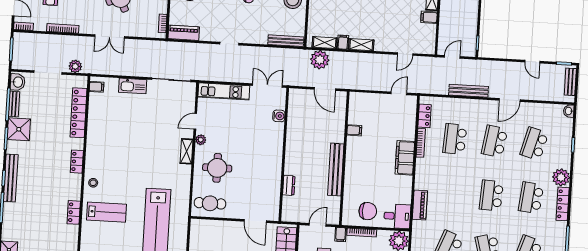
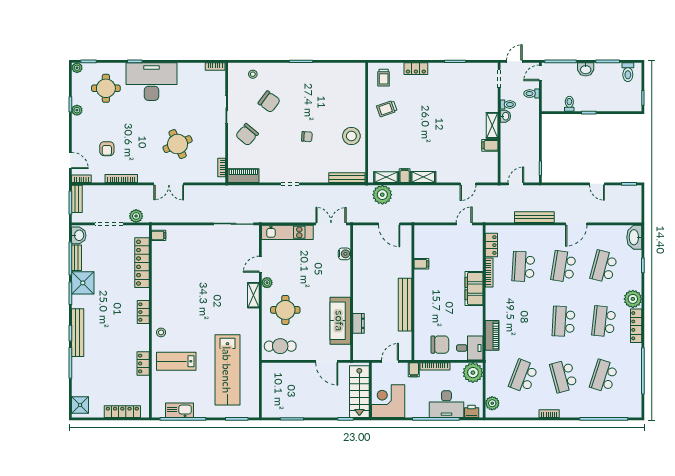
bench: (570, 82) -> (77, 199), moved
kitchen sink: (133, 86) -> (195, 232), removed
washbasin: (569, 111) -> (634, 237), width x1.91, depth x1.45
sofa: (271, 182) -> (340, 321), added
lab bench: (106, 212) -> (176, 361), turned 180

